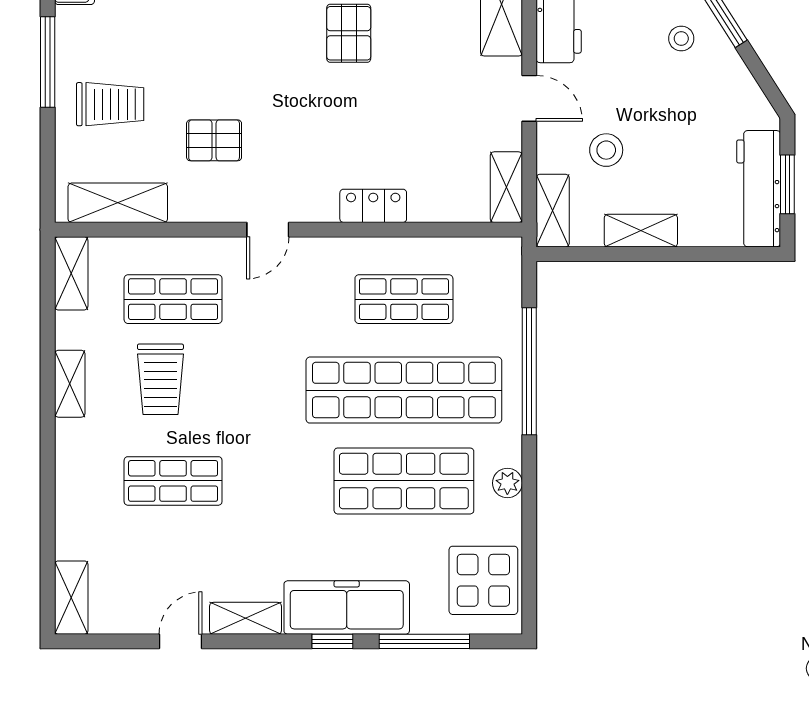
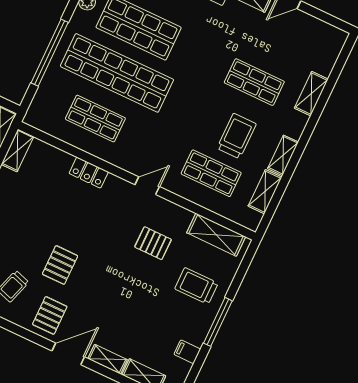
shelving: (71, 273) -> (265, 192), moved
shelving: (71, 598) -> (311, 94), moved

